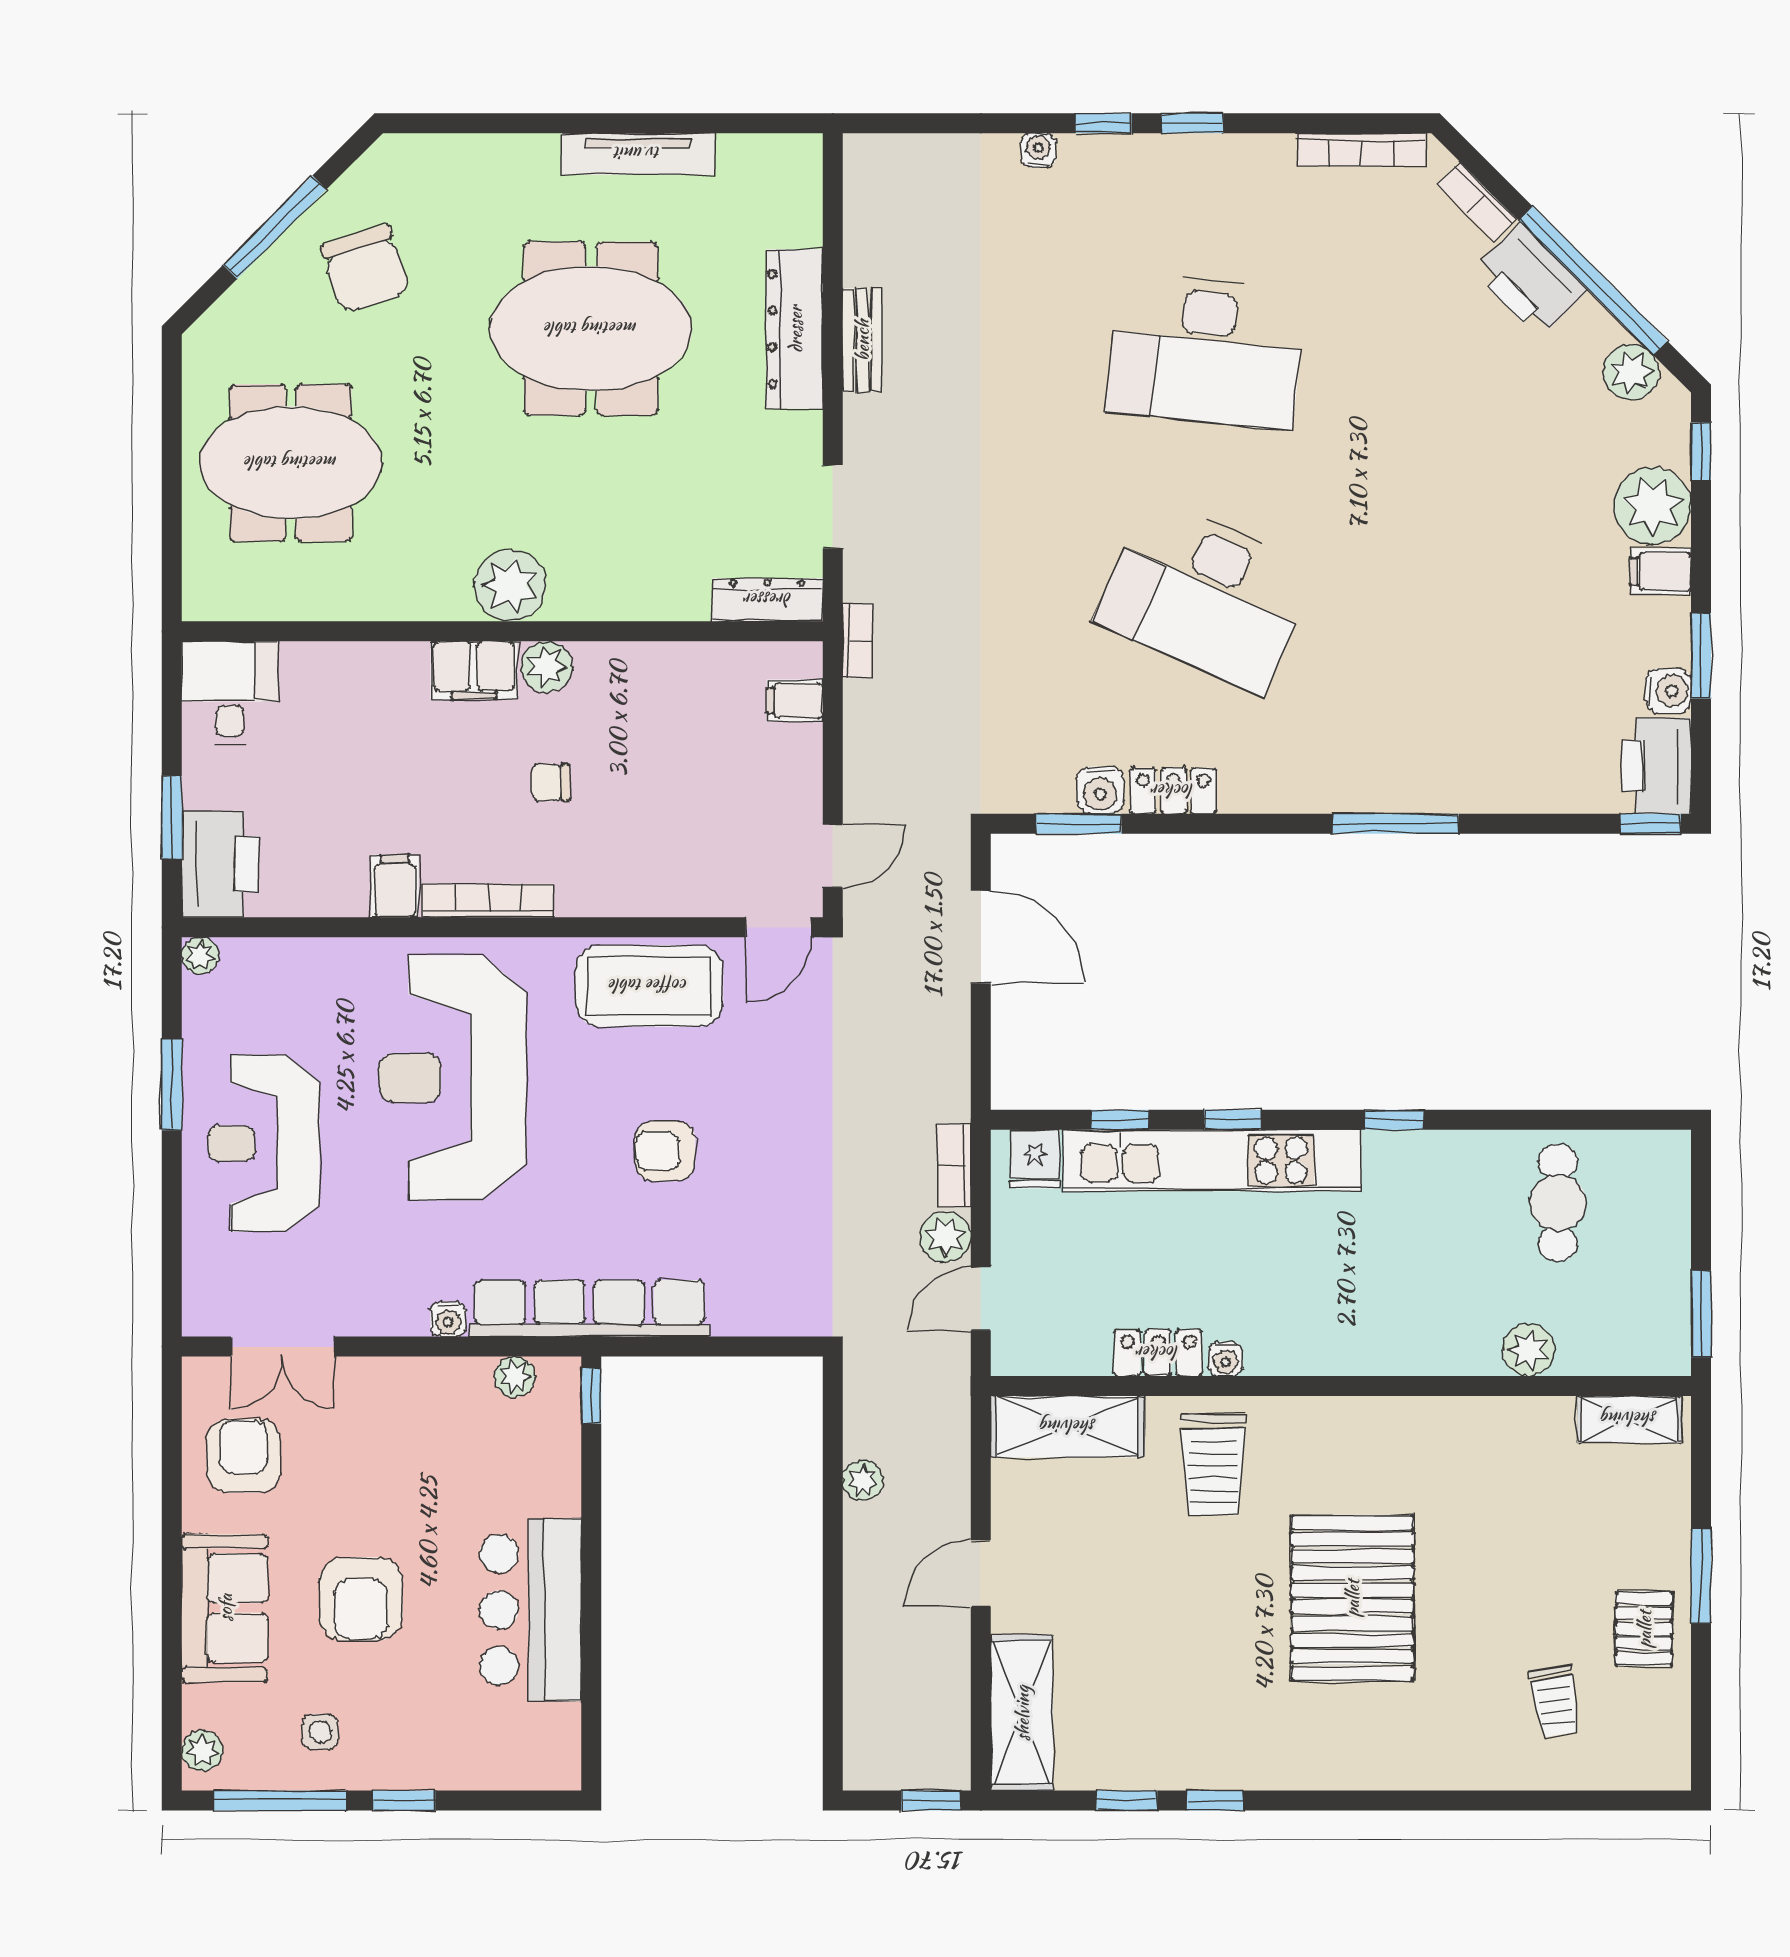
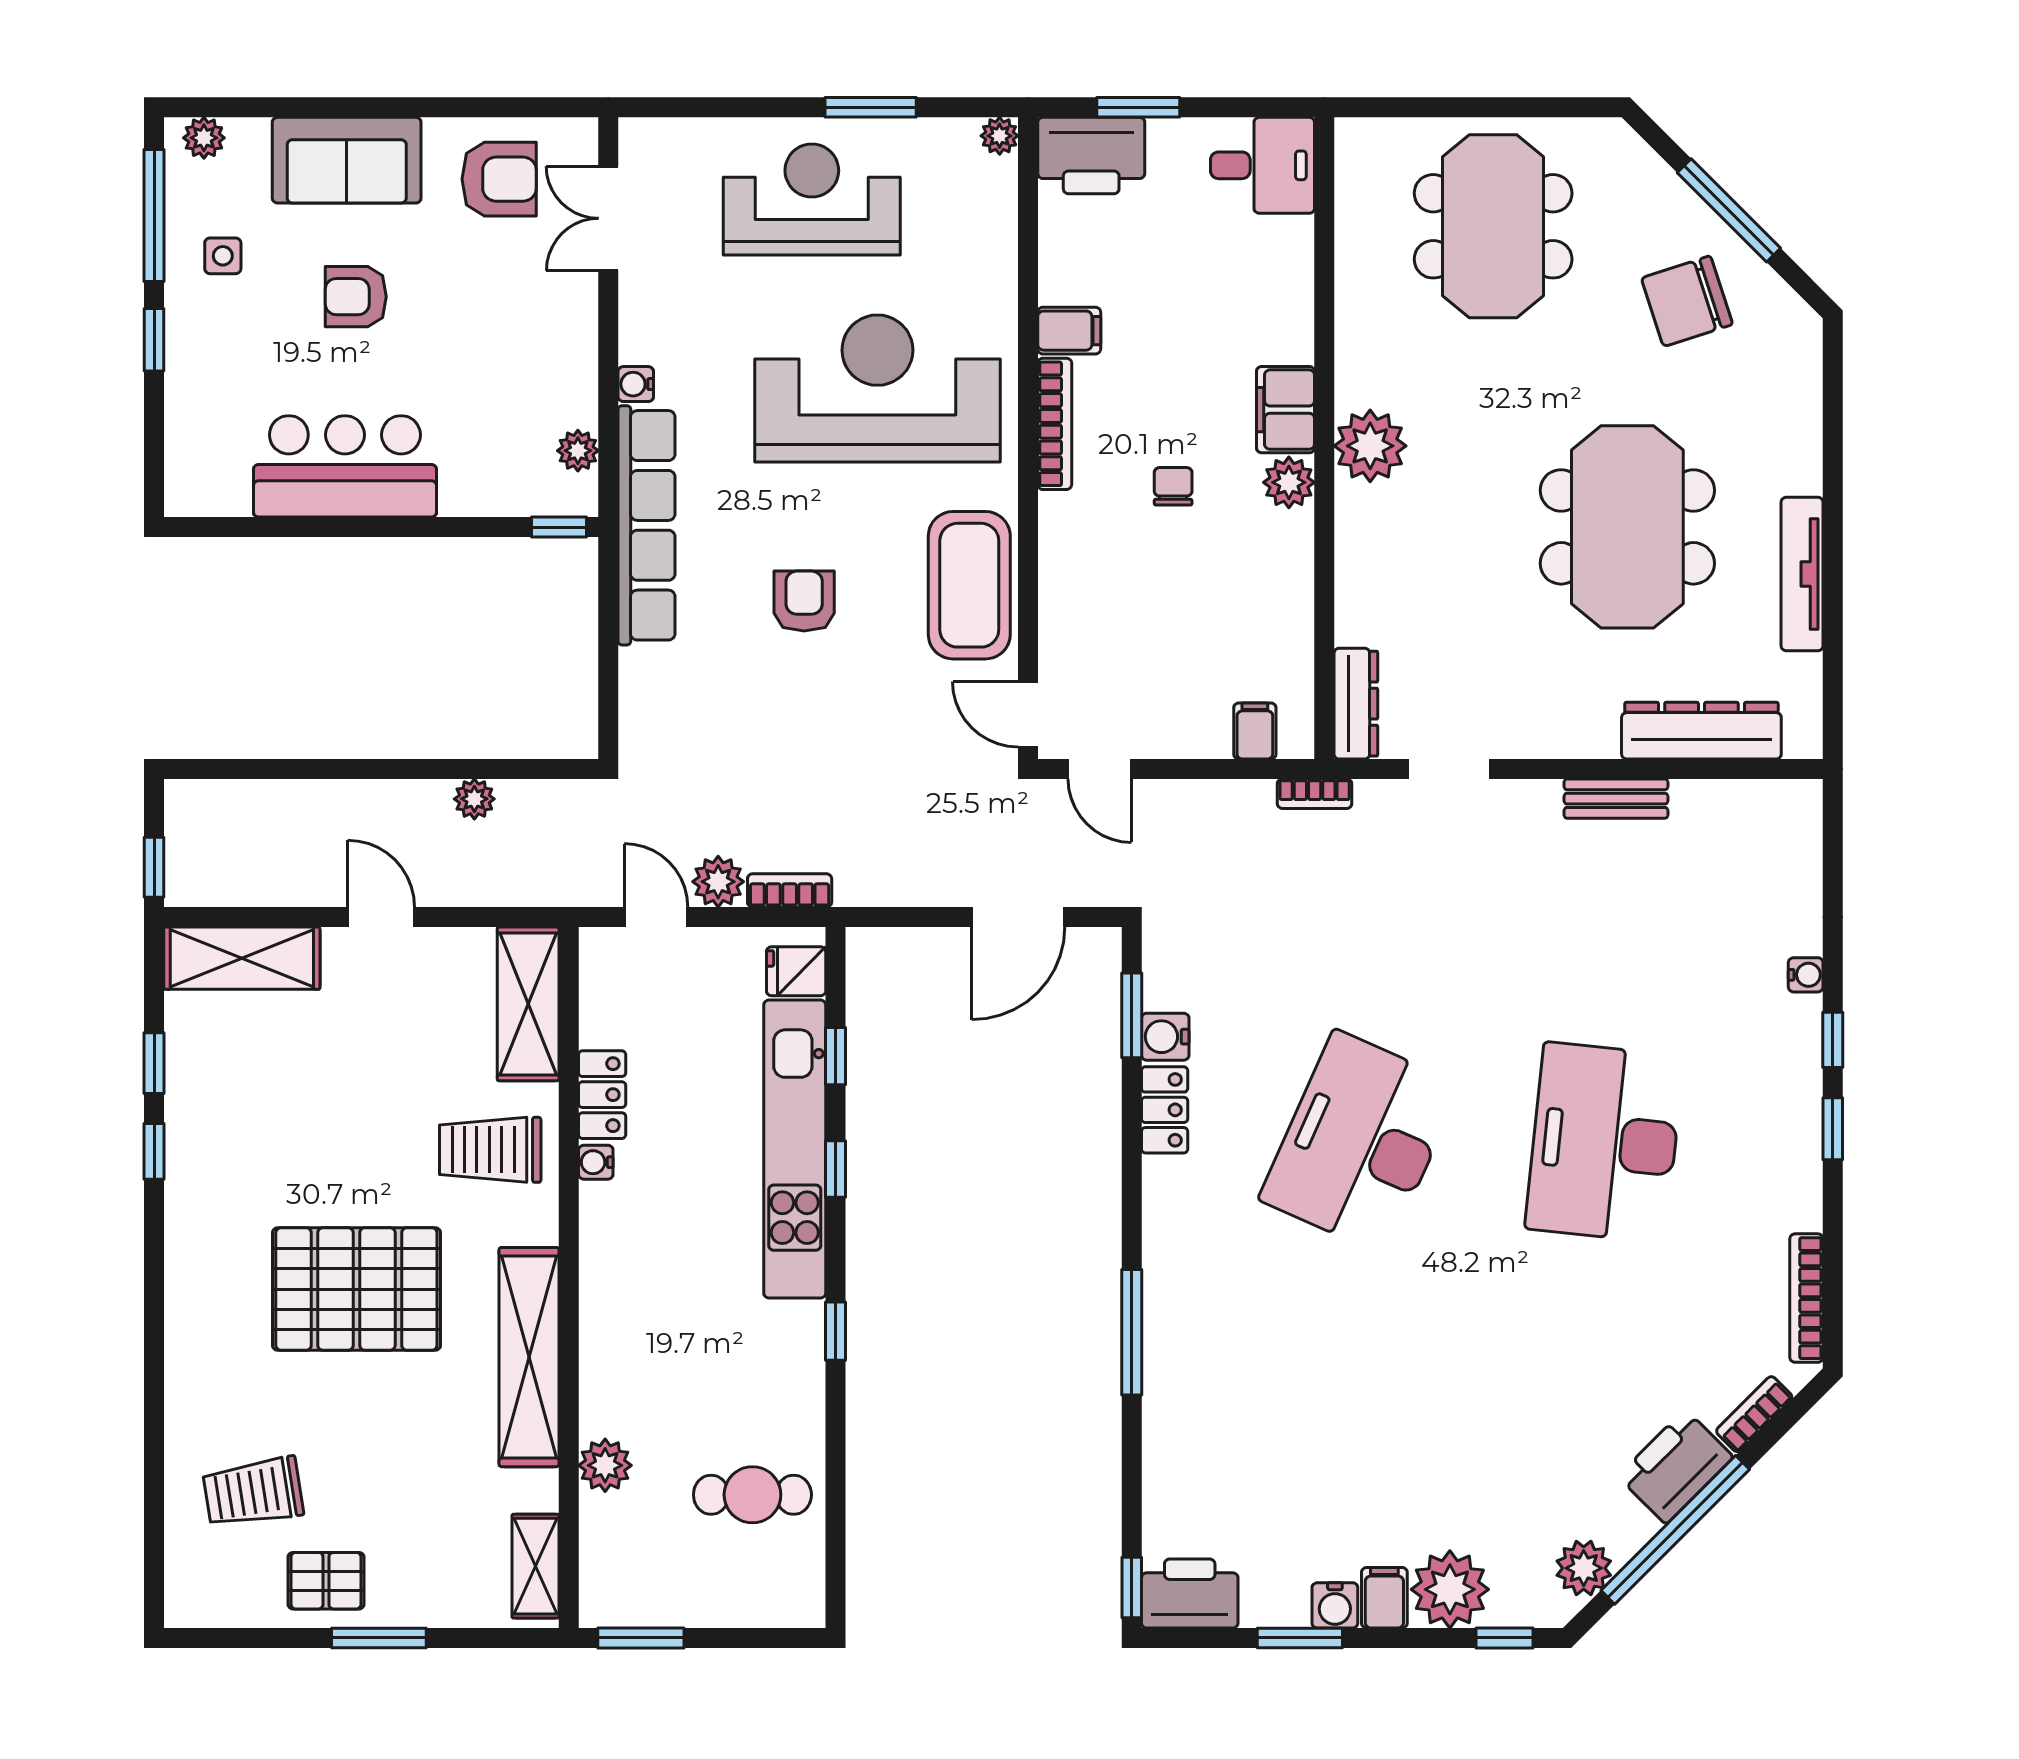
dresser: (795, 329) -> (1701, 731), moved
water cooler: (1668, 691) -> (1335, 1605), moved
shelving: (1420, 1426) -> (529, 1357), added
armchair: (361, 1599) -> (356, 297), width x0.72, depth x0.72
trolley: (1555, 1701) -> (253, 1492), width x1.36, depth x1.39

